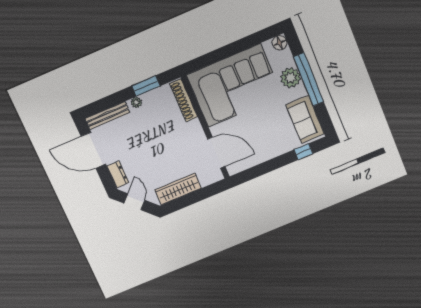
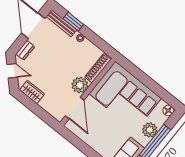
window: (146, 86) -> (73, 22), moved
plant: (193, 132) -> (80, 85), added
wardrobe: (178, 189) -> (32, 92), width x0.67
door: (134, 202) -> (12, 71), hinge flipped

